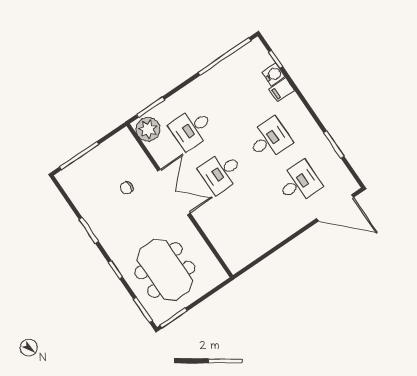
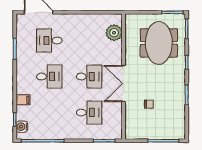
water cooler: (274, 74) -> (22, 127), moved
plant: (148, 129) -> (114, 33), moved
desk: (269, 139) -> (49, 77), turned 180

